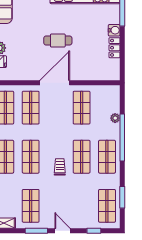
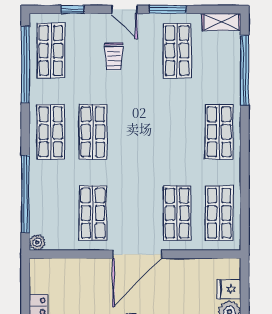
plant: (115, 118) -> (37, 242), moved
window: (122, 138) -> (25, 194), moved
shop shelf: (31, 157) -> (177, 132), removed
trolley: (60, 167) -> (114, 57), moved
window: (122, 197) -> (25, 65), width x2.11

